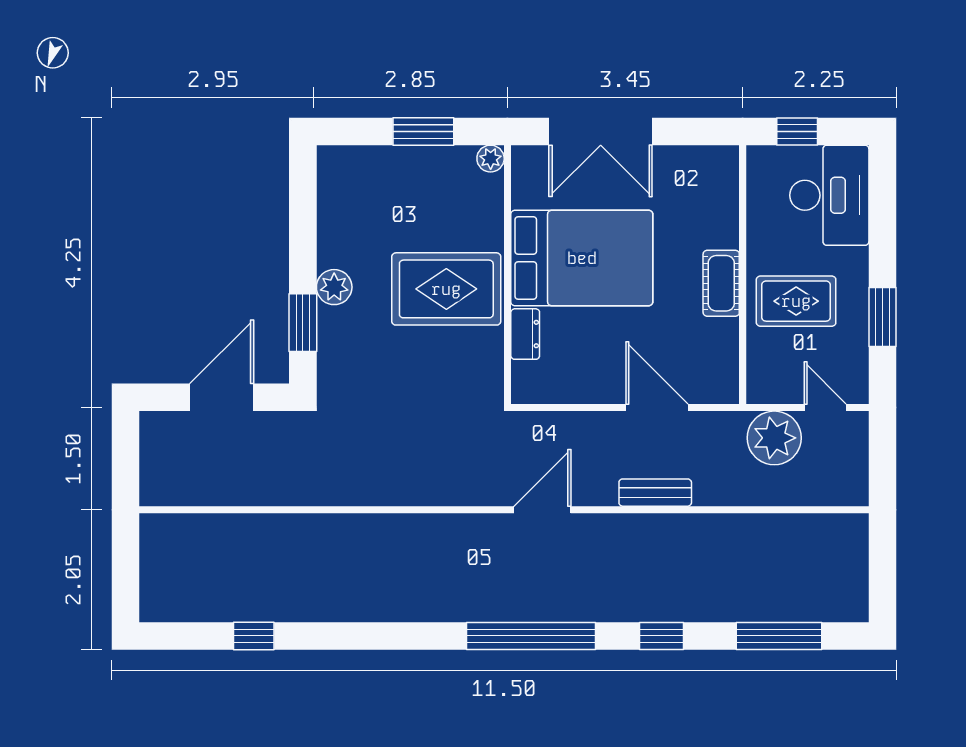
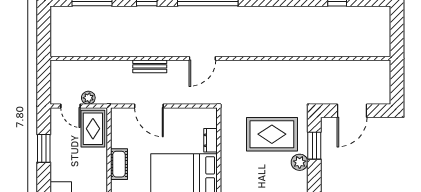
rug: (446, 289) -> (272, 134), moved
rug: (796, 301) -> (93, 129), moved, turned 90
plant: (774, 438) -> (88, 98), width x0.53, depth x0.53

